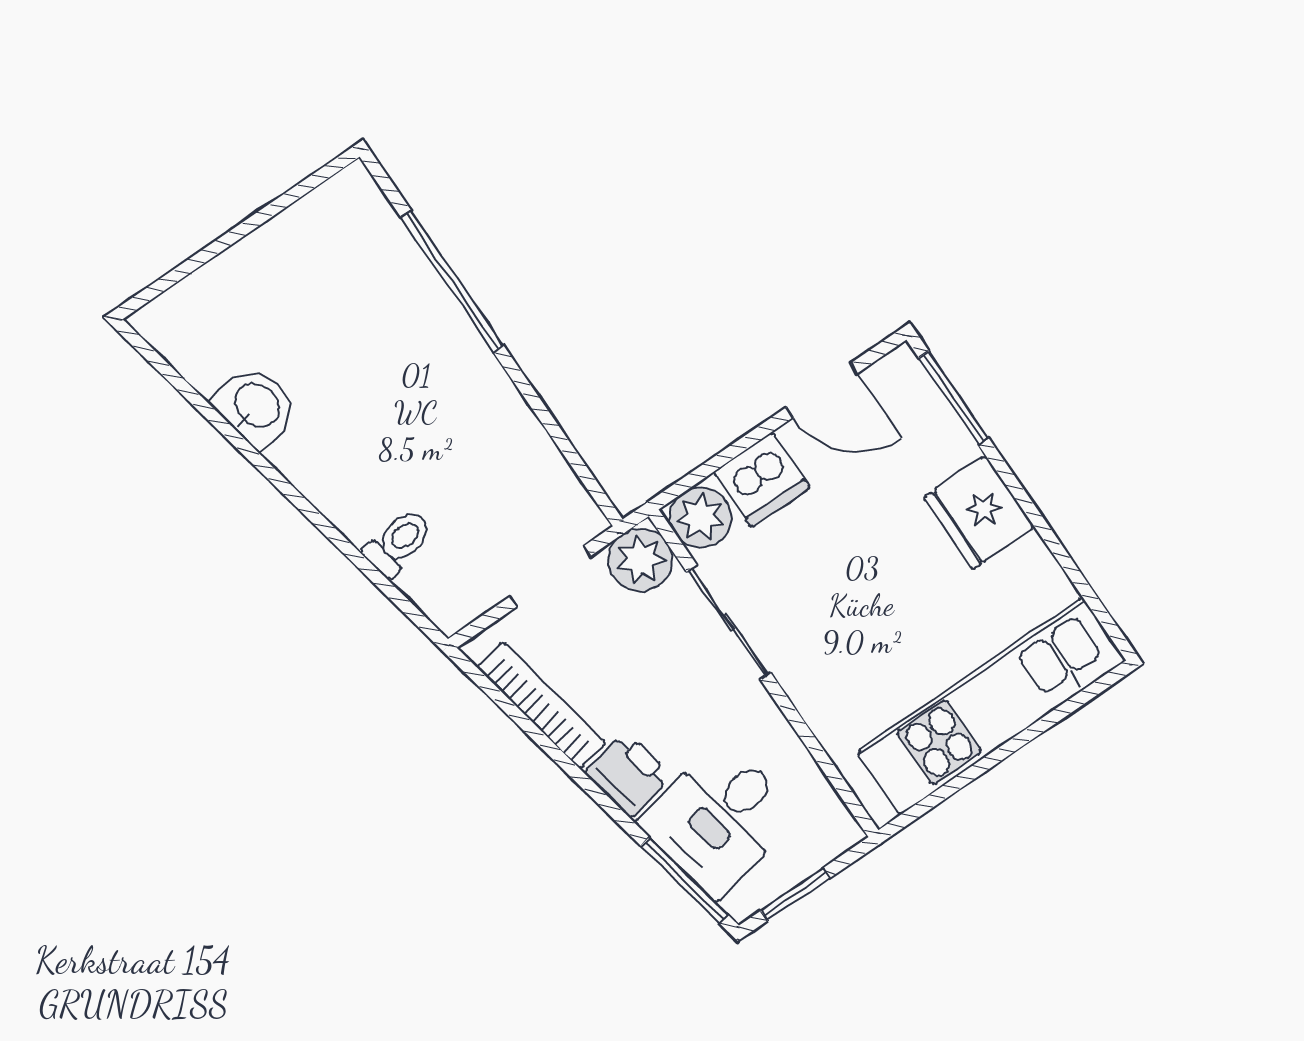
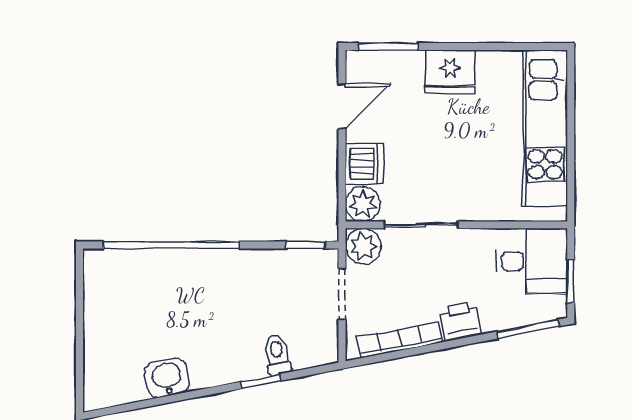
window: (452, 281) -> (171, 245), width x1.46
window: (585, 475) -> (305, 245), added
window: (344, 545) -> (261, 381), added
desk: (719, 819) -> (532, 261), moved, turned -79

